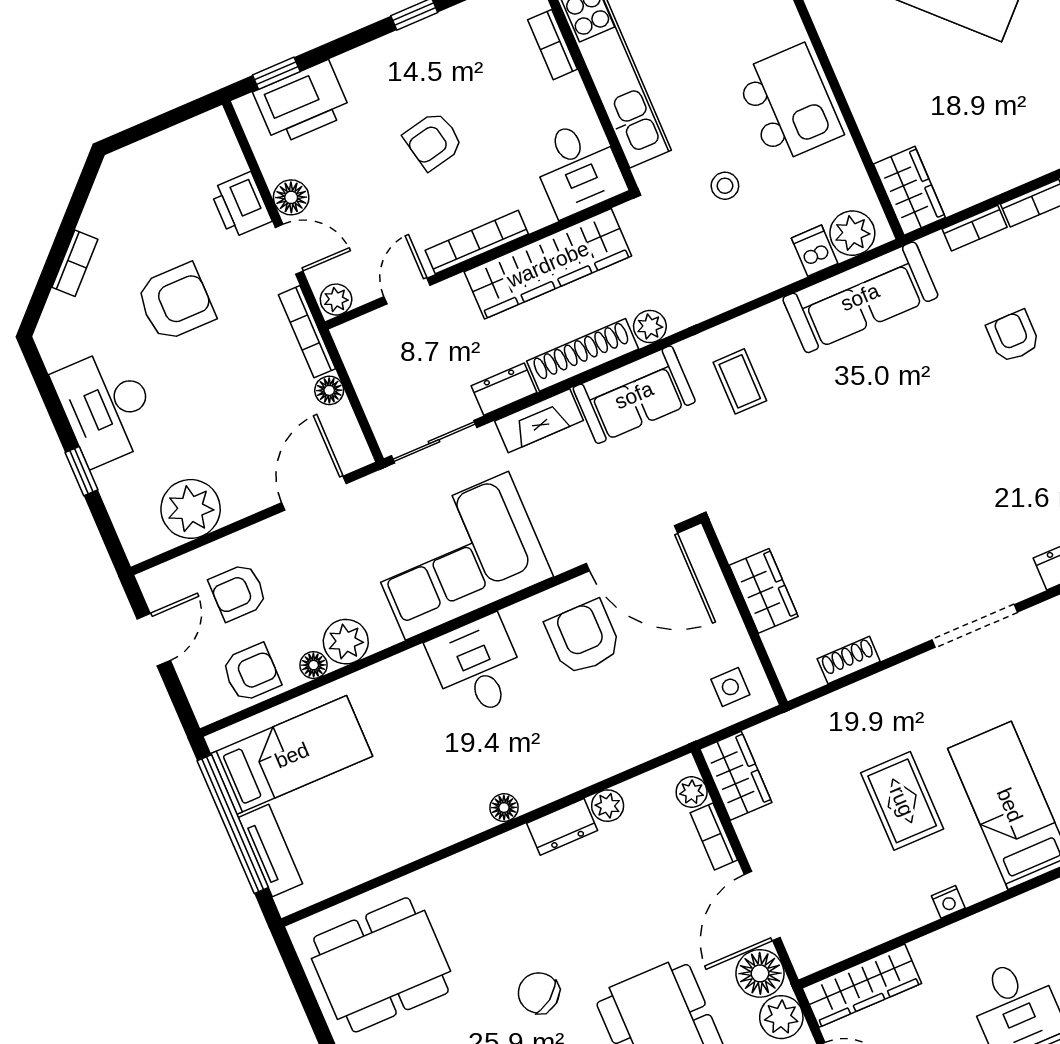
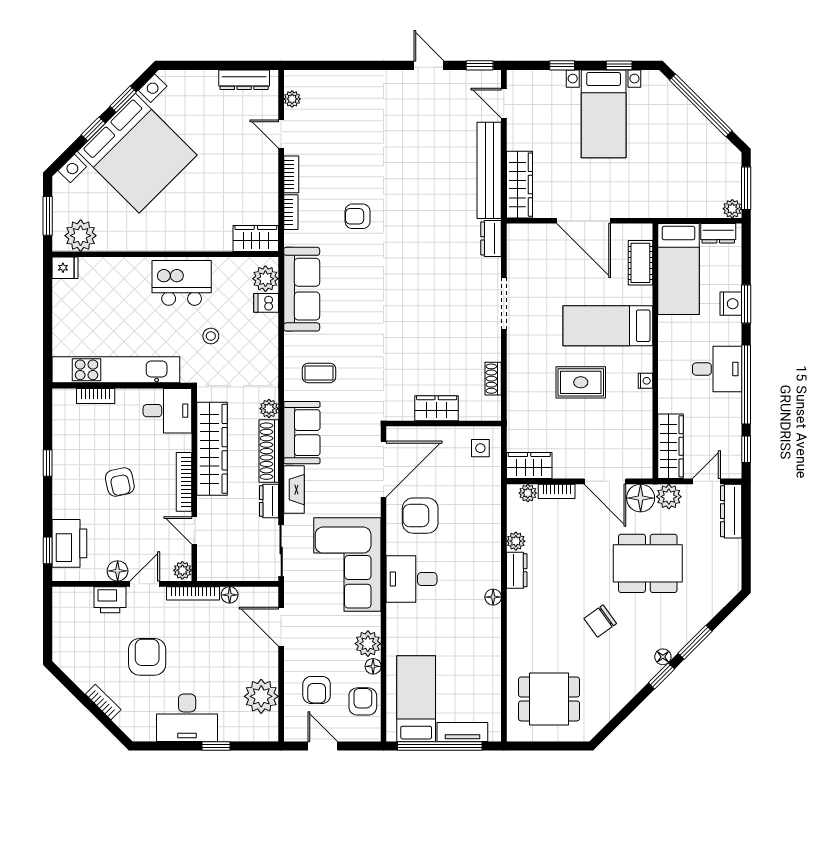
dining table: (381, 965) -> (549, 699), width x0.73

